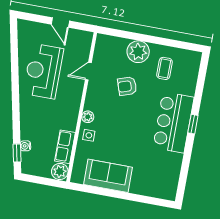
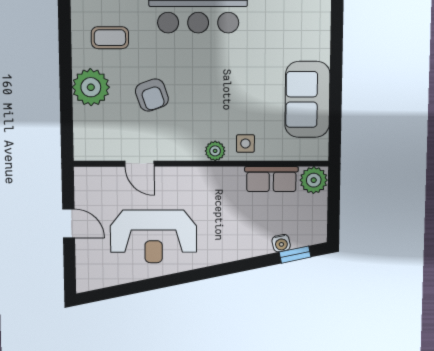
door: (60, 23) -> (69, 223), hinge flipped

